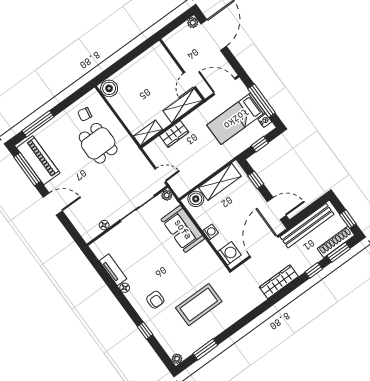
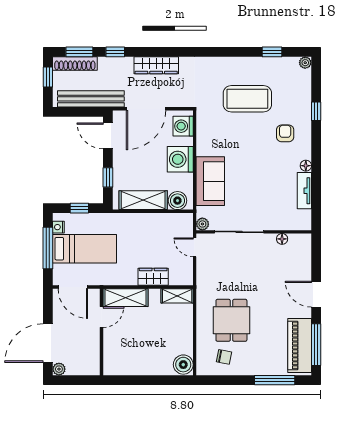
washing machine: (211, 232) -> (180, 159), width x1.89, depth x1.89
window: (205, 349) -> (272, 52), width x0.67

